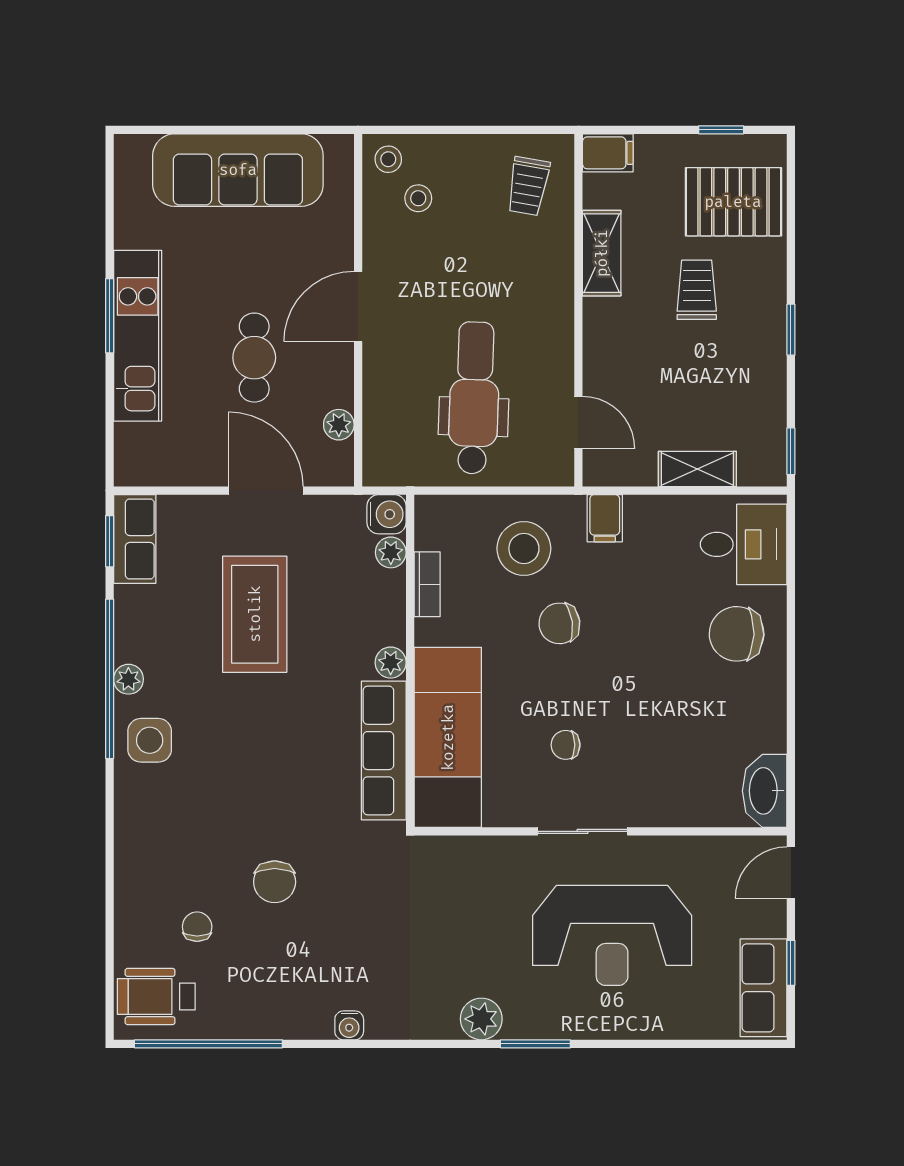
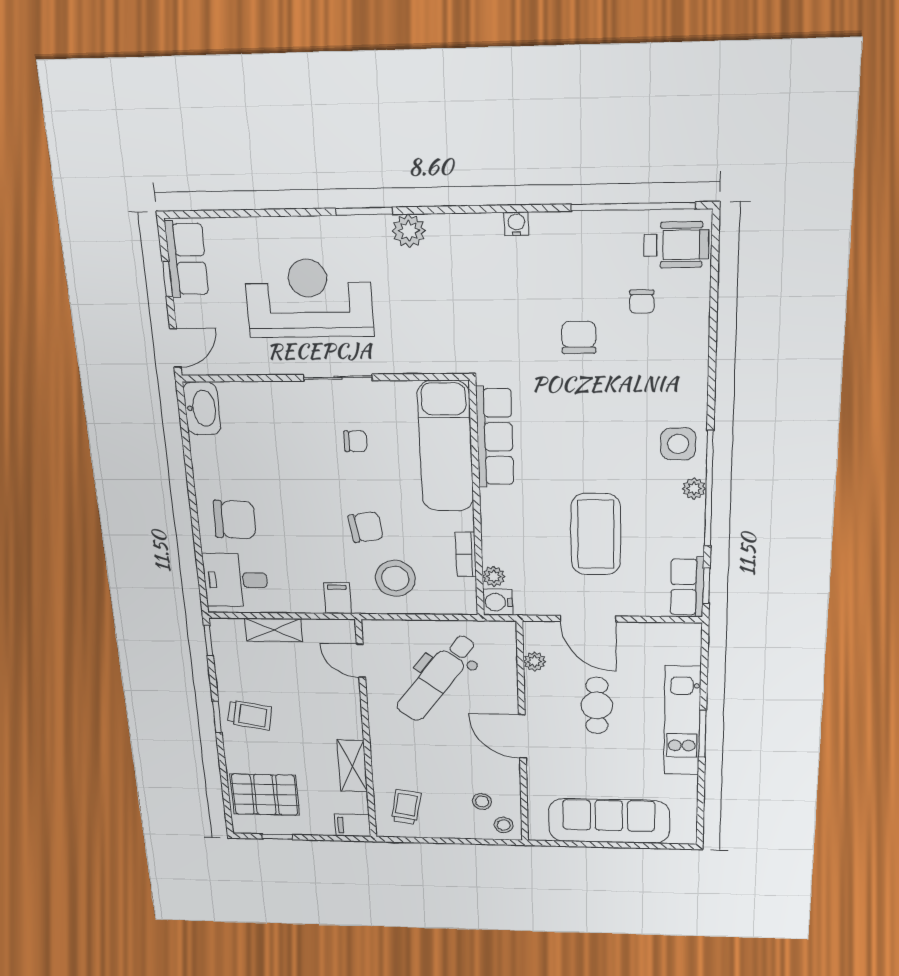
trolley: (697, 290) -> (250, 715), moved, turned -79
door: (358, 306) -> (522, 736), swing flipped
dental chair: (474, 398) -> (437, 678), turned 35
plant: (391, 663) -> (491, 500), removed

